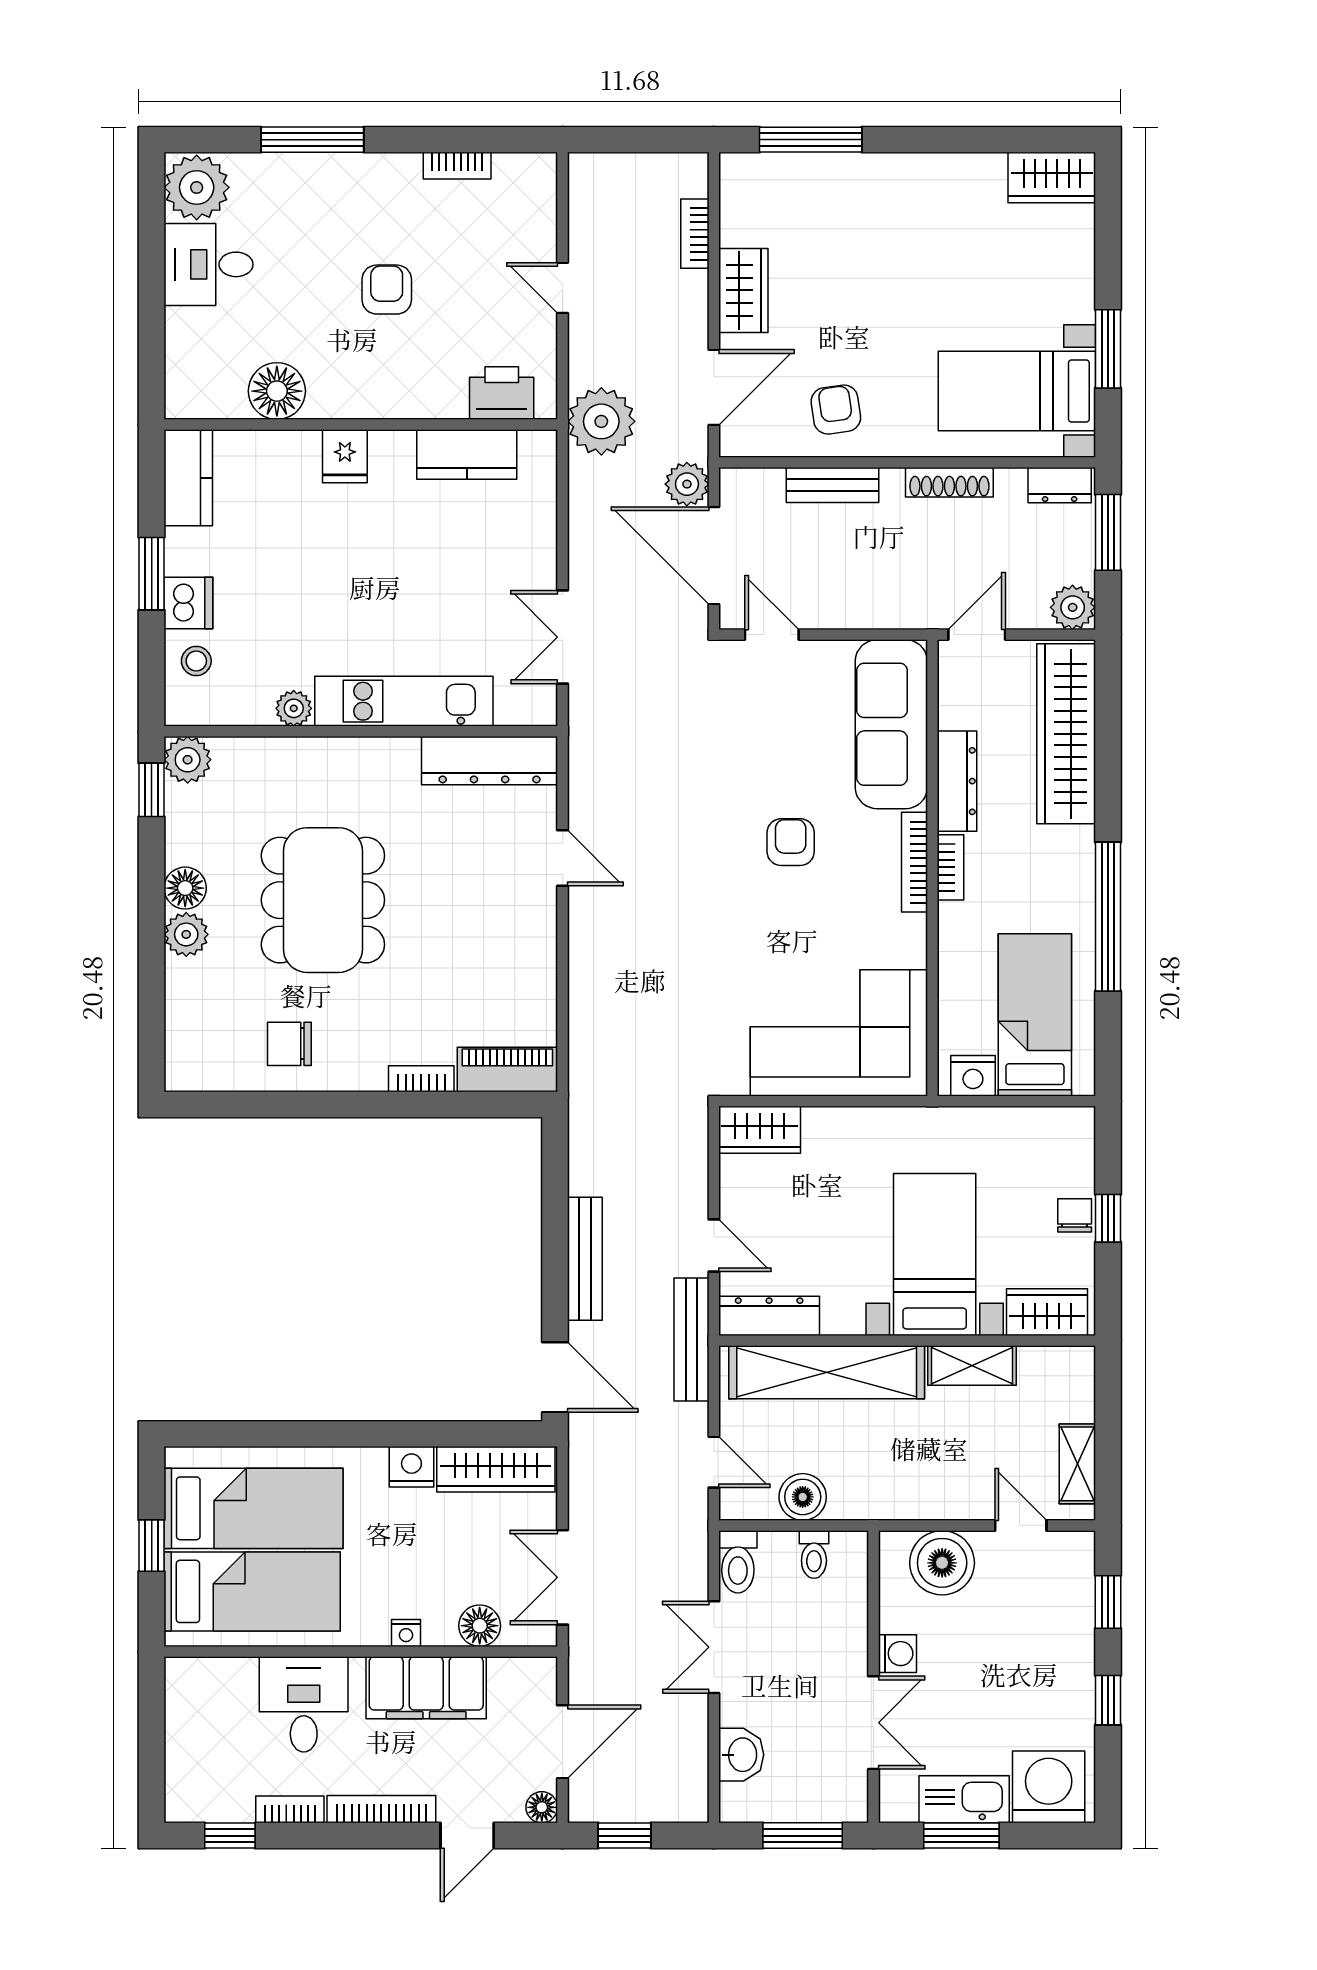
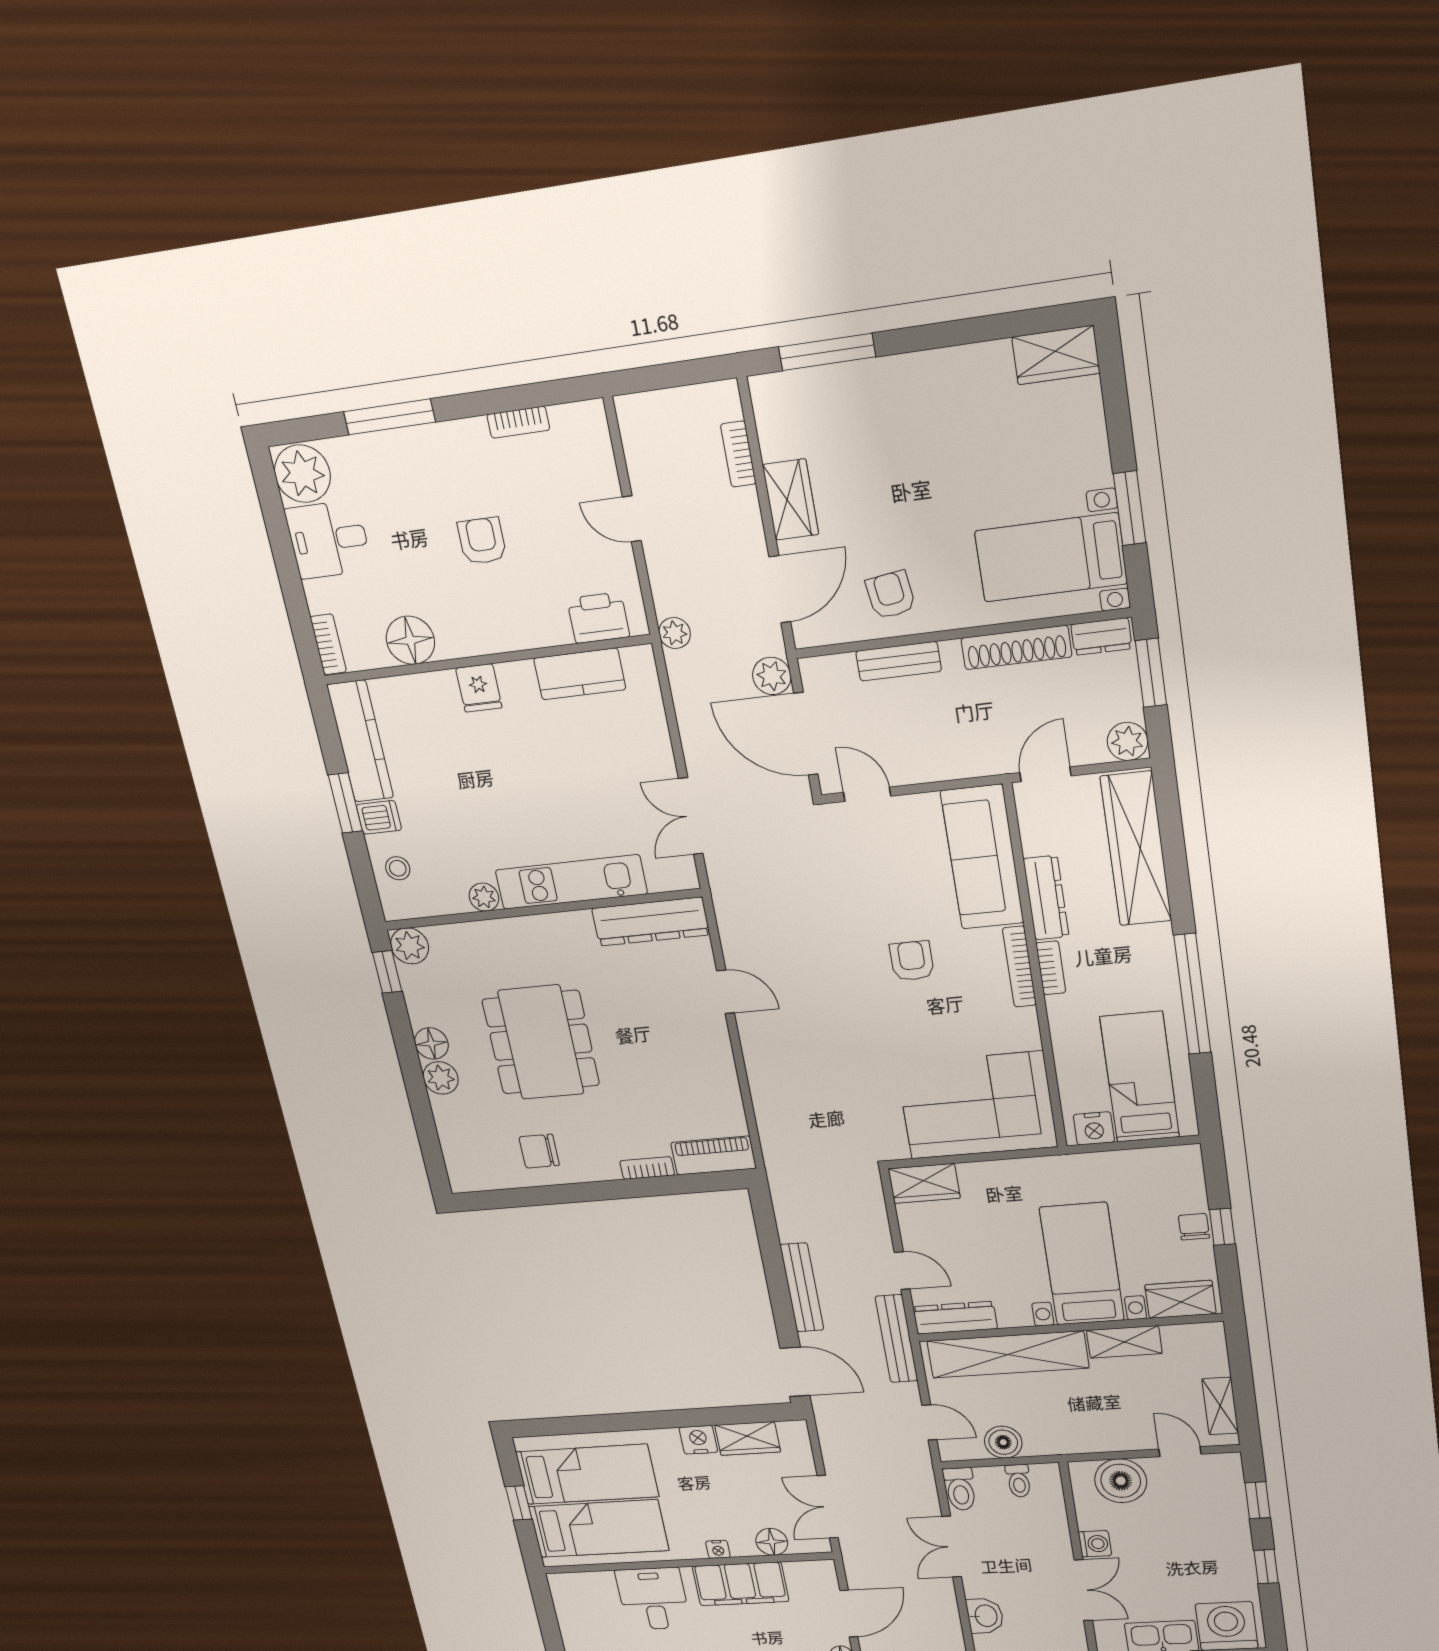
bookcase: (178, 384) -> (328, 644), added
plant: (601, 421) -> (675, 633), width x0.53, depth x0.53
kitchen counter: (188, 478) -> (360, 741), width x1.50
shoe rack: (949, 482) -> (1016, 647), width x1.36, depth x1.24
dishwasher: (188, 603) -> (379, 817), width x0.73
wardrobe: (496, 1469) -> (748, 1438), width x0.67

